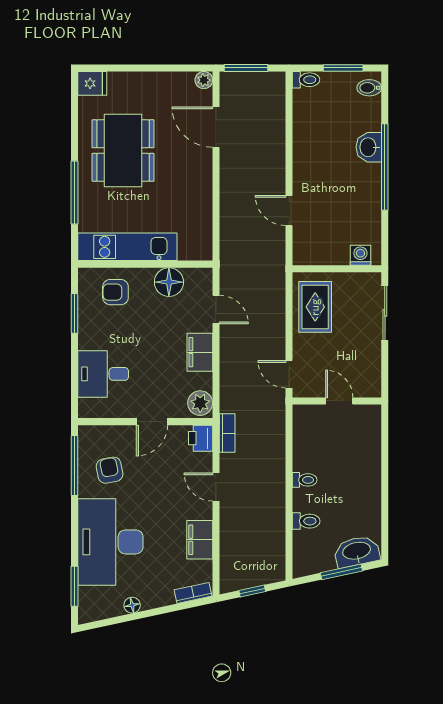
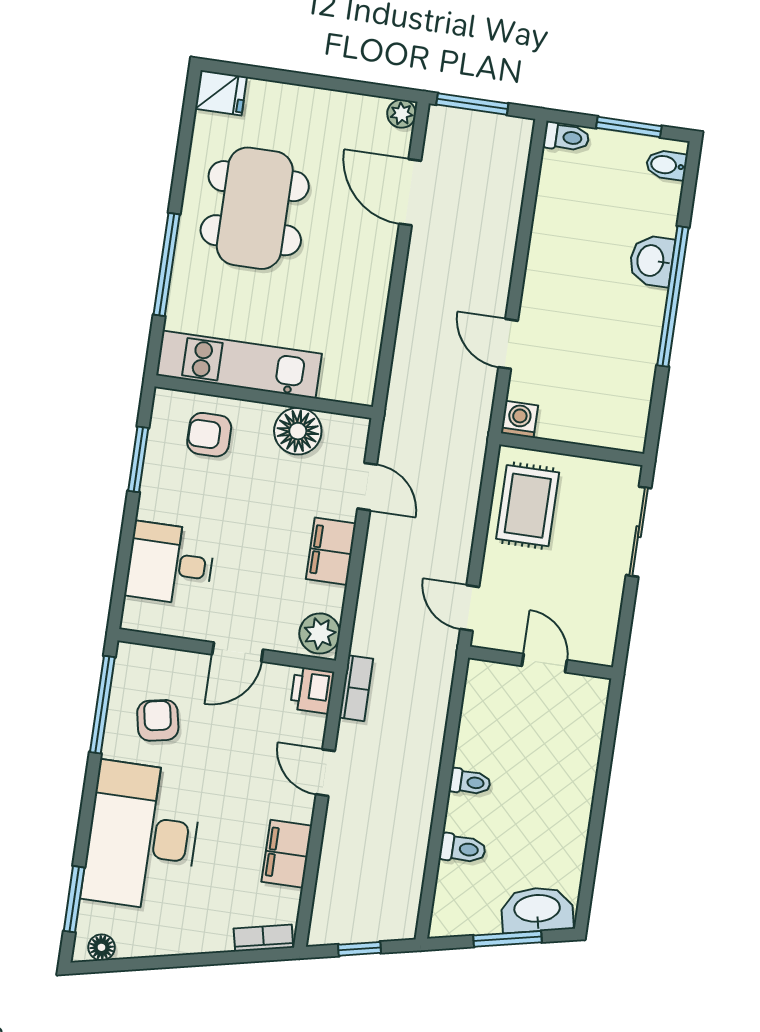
washing machine: (360, 255) -> (519, 419), moved
floor lamp: (132, 605) -> (102, 947), moved

